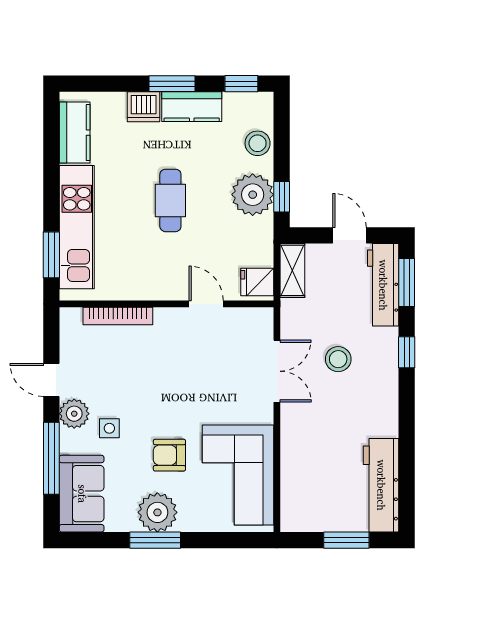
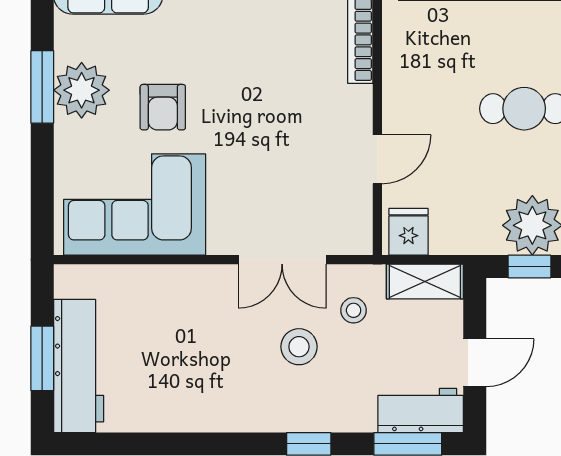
workbench: (383, 285) -> (421, 410), width x0.73
stool: (313, 321) -> (354, 310), added
side table: (109, 428) -> (201, 22), removed
armchair: (169, 455) -> (163, 107), turned 180
workbench: (381, 485) -> (79, 366), moved, turned 90

